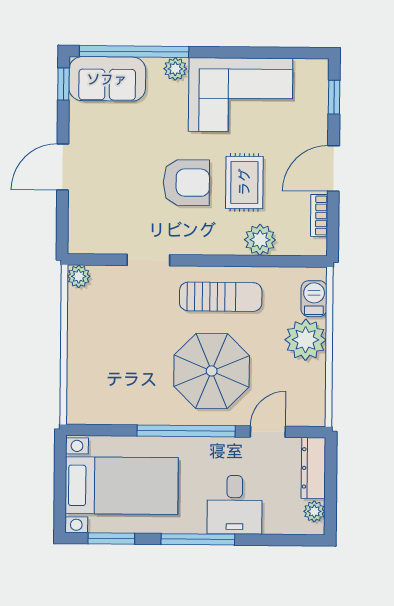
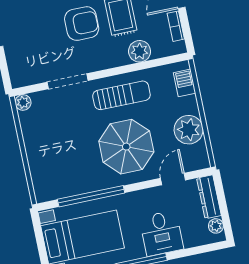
doorway: (148, 260) -> (67, 81), width x1.38
plant: (306, 340) -> (189, 130), moved
window: (186, 431) -> (91, 196), moved

